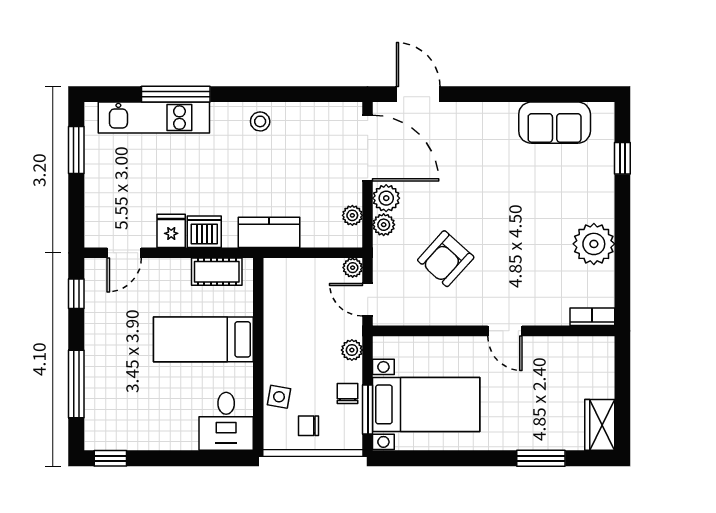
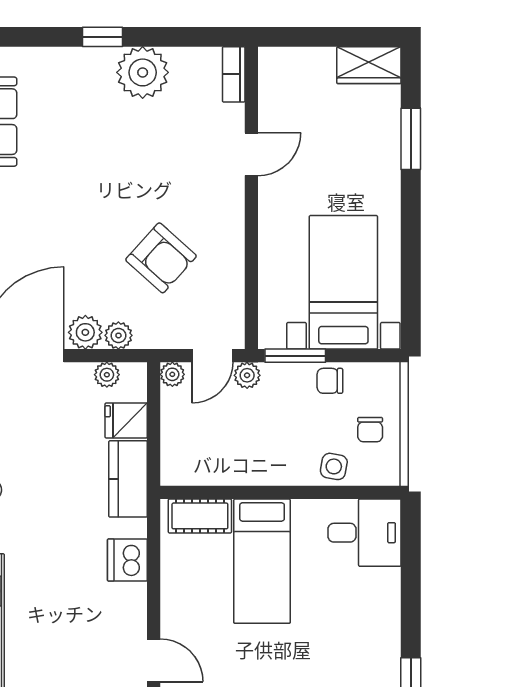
window: (622, 158) -> (102, 37), moved
fridge: (171, 231) -> (126, 420), moved
cot: (217, 272) -> (200, 516), moved, turned 90
door: (505, 331) -> (251, 154), moved
plant: (352, 350) -> (247, 375), moved
window: (368, 409) -> (295, 356), moved

